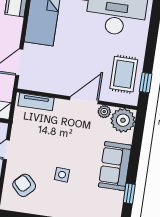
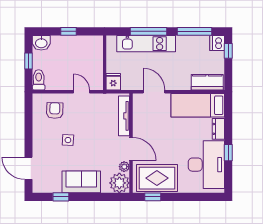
rug: (124, 74) -> (157, 178), width x1.36, depth x1.43
tv unit: (36, 102) -> (124, 116), width x1.41
armchair: (24, 185) -> (55, 111), turned -43

